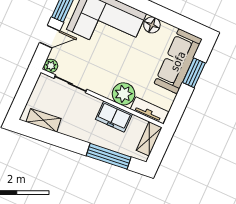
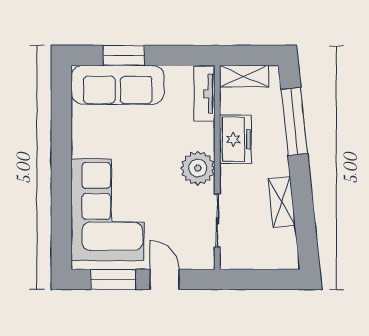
floor lamp: (152, 25) -> (84, 144), removed
plant: (51, 66) -> (205, 259), removed
plant: (124, 94) -> (198, 168), moved
shelving: (44, 120) -> (282, 202), moved

